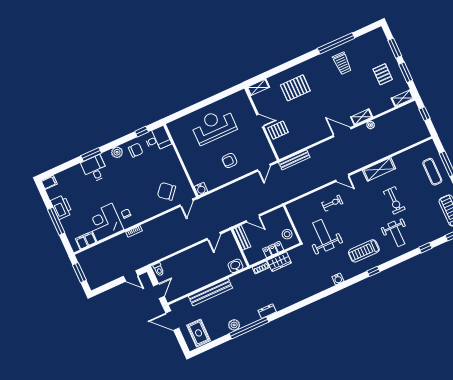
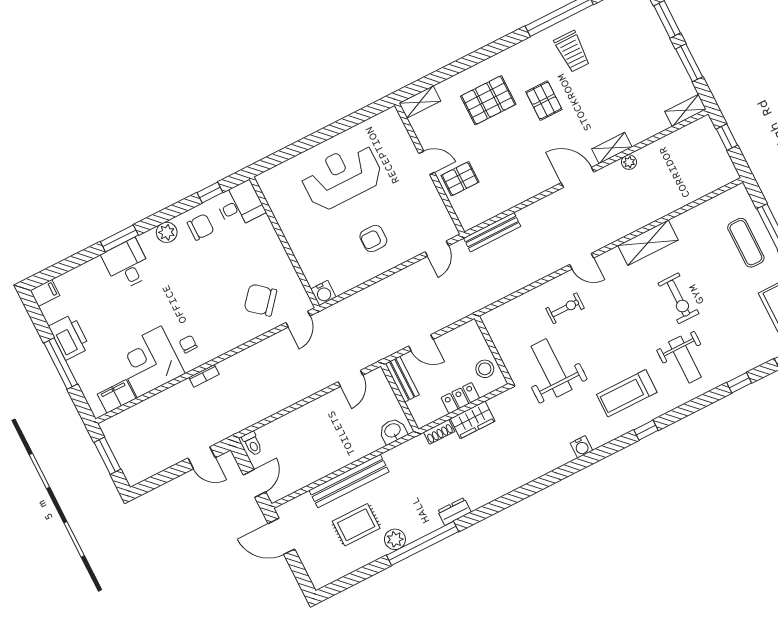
pallet: (383, 74) -> (544, 101), moved
rug: (199, 333) -> (356, 525), moved, turned 90

